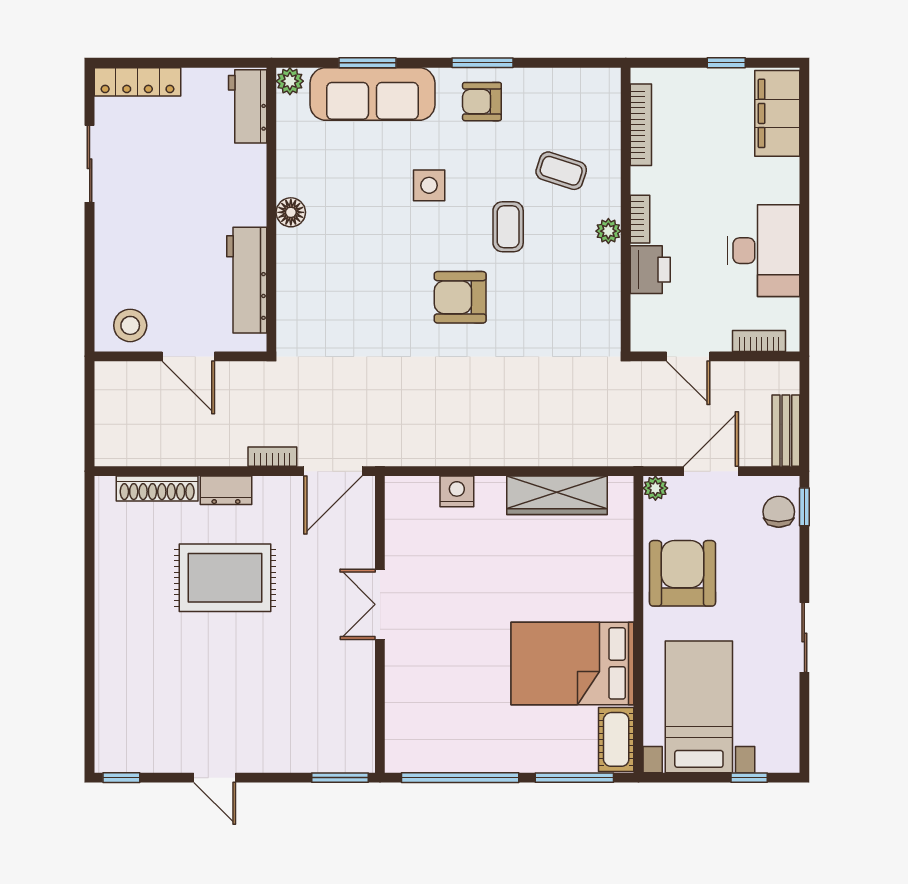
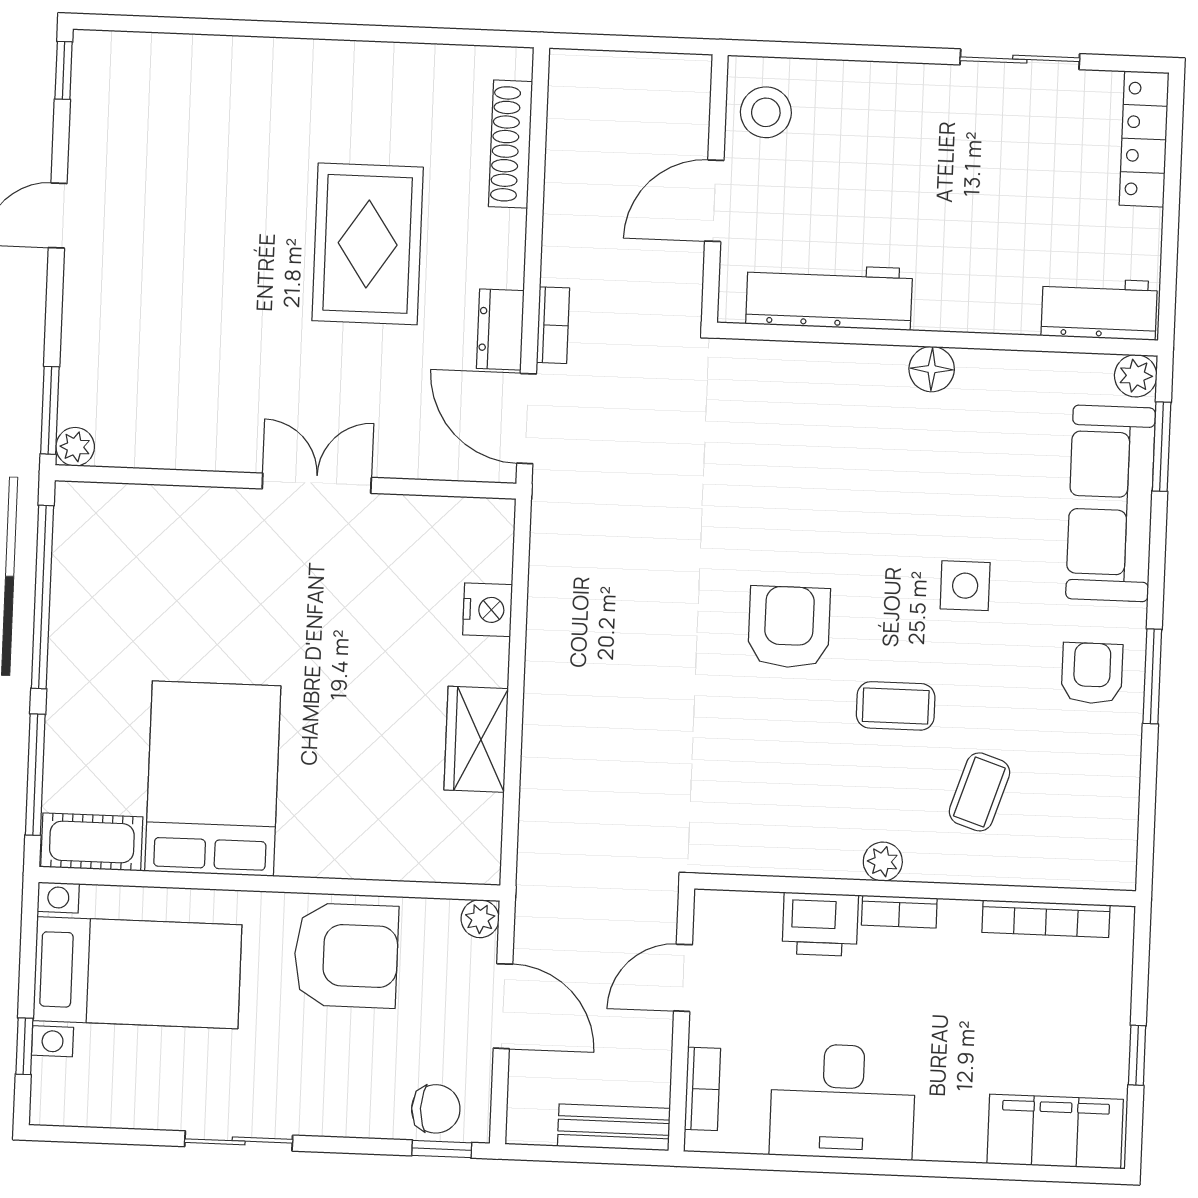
window: (368, 63) -> (1162, 447), moved
bench: (786, 431) -> (614, 1127), moved
dresser: (226, 490) -> (500, 330), moved
wardrobe: (557, 495) -> (476, 739), width x0.67
plant: (363, 760) -> (75, 447), added

